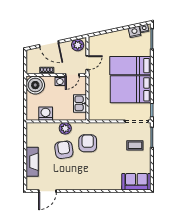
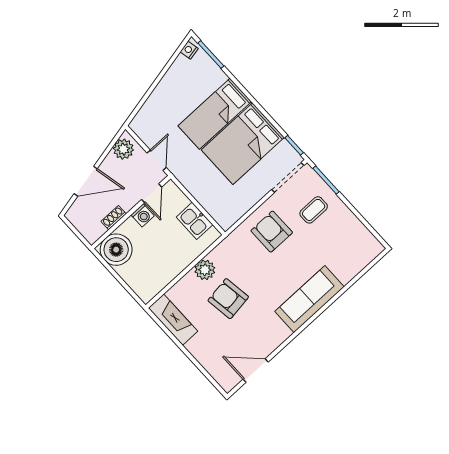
nightstand: (135, 32) -> (181, 66), removed
washing machine: (46, 114) -> (163, 274), removed
armchair: (88, 143) -> (272, 232), moved
fireplace: (32, 162) -> (173, 320), moved
sofa: (136, 182) -> (309, 299), moved, width x1.36
door: (47, 191) -> (256, 371), swing flipped

